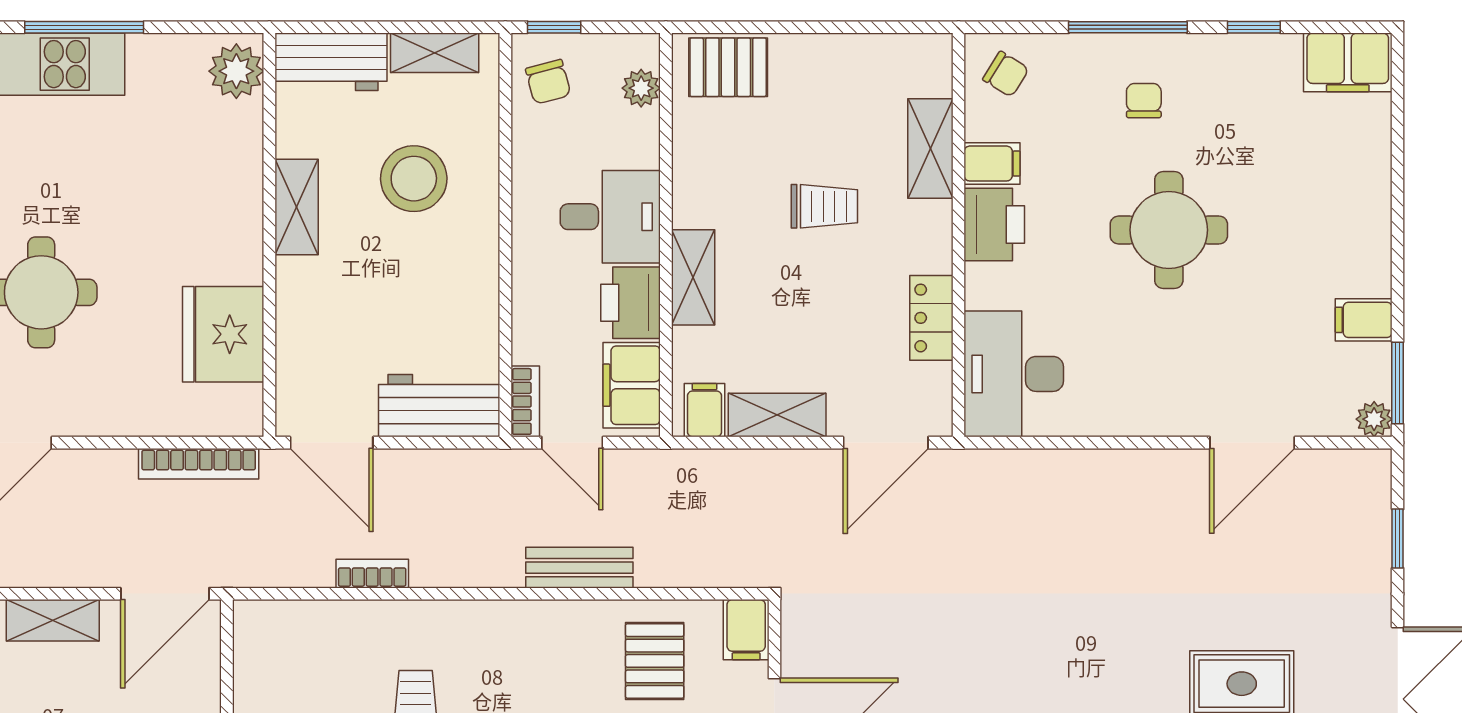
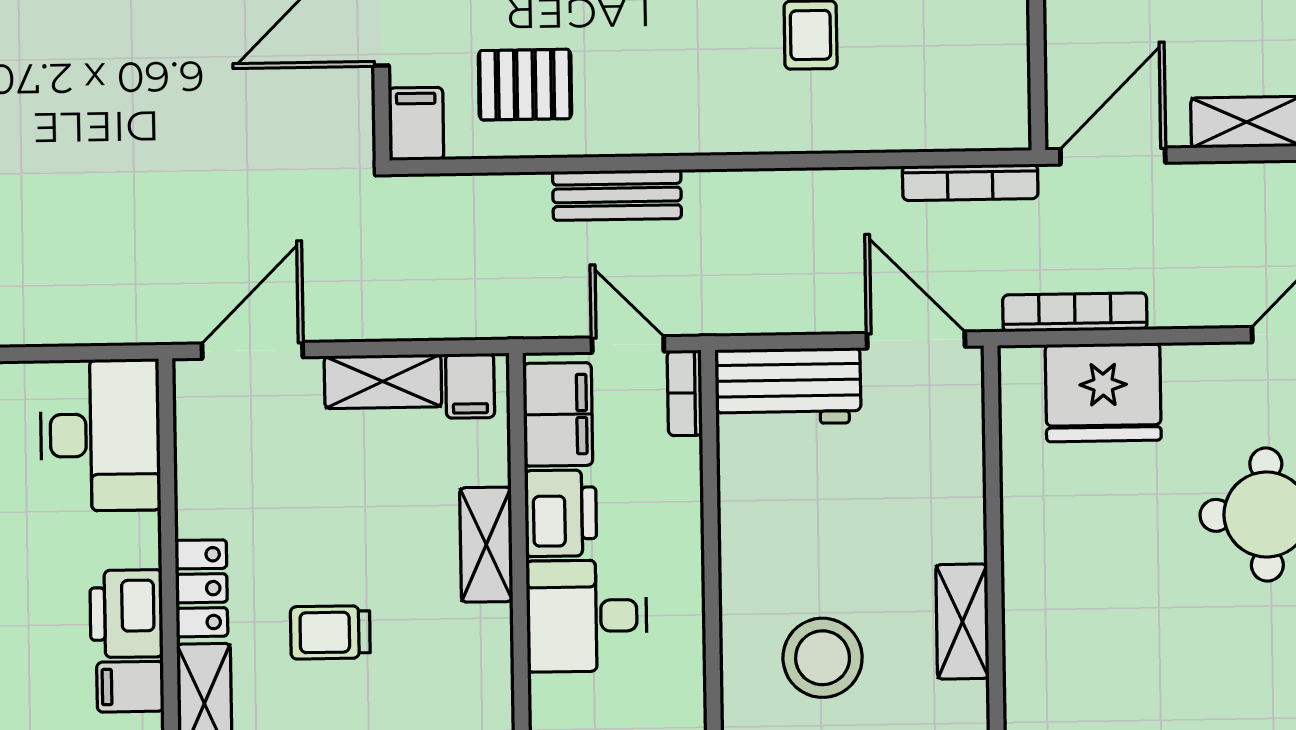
locker: (931, 318) -> (201, 588), moved
fridge: (223, 334) -> (1103, 392), moved, turned 90
bookcase: (372, 574) -> (970, 182), moved, width x1.56
pallet: (655, 661) -> (525, 85), turned 90

